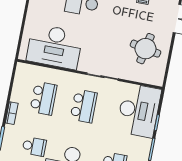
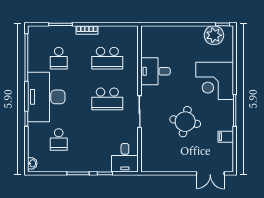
desk: (55, 47) -> (155, 71), width x0.53, depth x0.77
round table: (145, 49) -> (185, 122), moved
desk: (139, 110) -> (125, 158), width x0.53, depth x0.77

